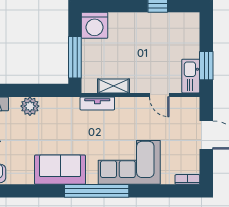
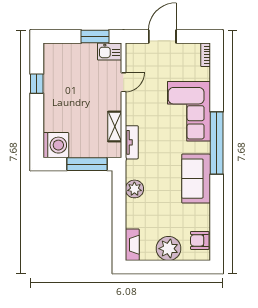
kitchen sink: (191, 76) -> (110, 52), width x0.73
plant: (30, 106) -> (134, 189), moved

